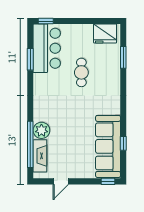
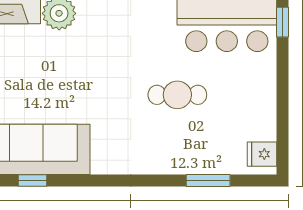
fridge: (105, 33) -> (262, 154), width x0.53, depth x0.75

